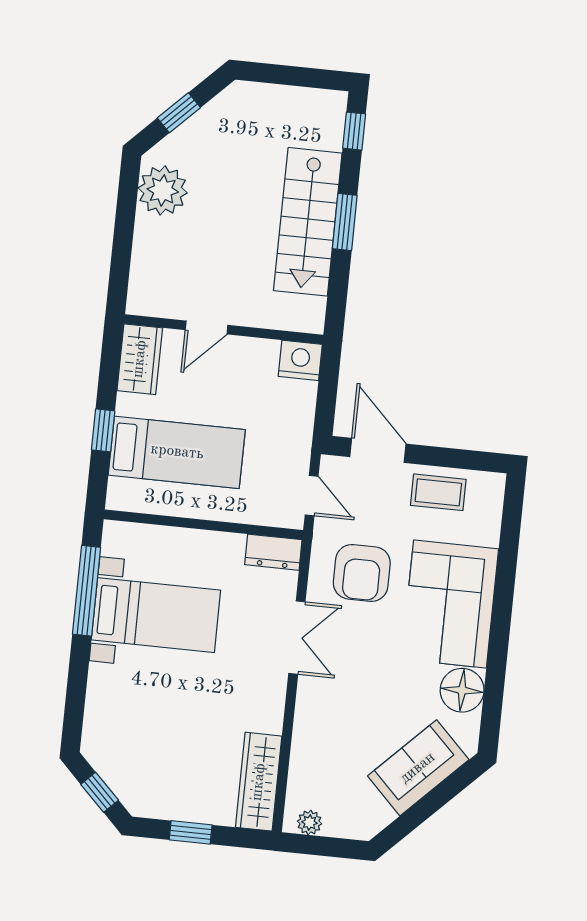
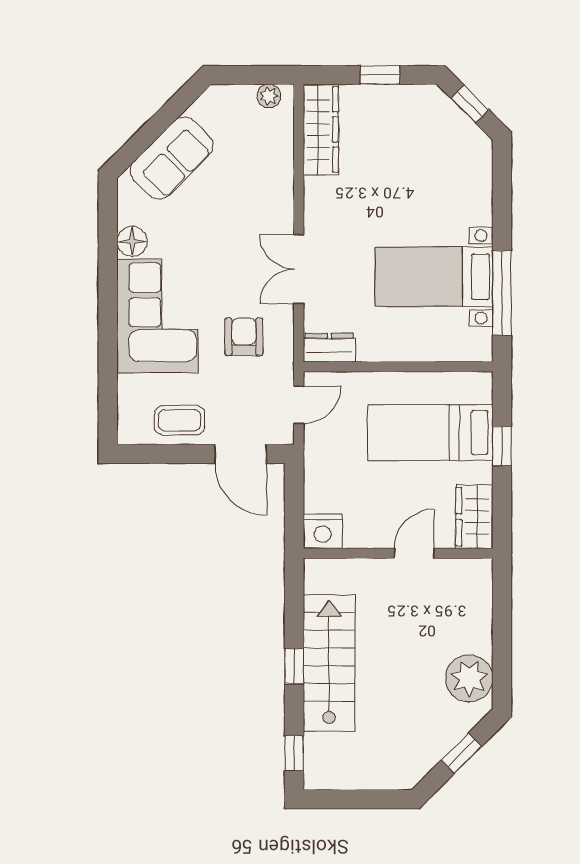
window: (345, 222) -> (294, 666), width x0.67
door: (312, 496) -> (299, 405), swing flipped
armchair: (362, 573) -> (244, 337), width x0.72, depth x0.72
floor lamp: (462, 690) -> (132, 241), width x0.73, depth x0.73

